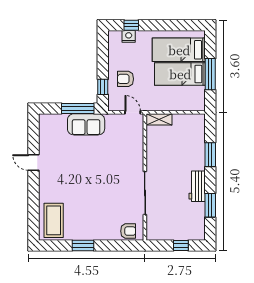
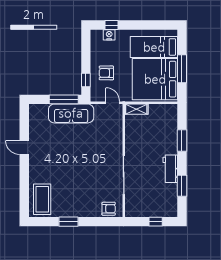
bed: (180, 74) -> (155, 79), width x2.04
sofa: (86, 124) -> (71, 113), width x1.36

